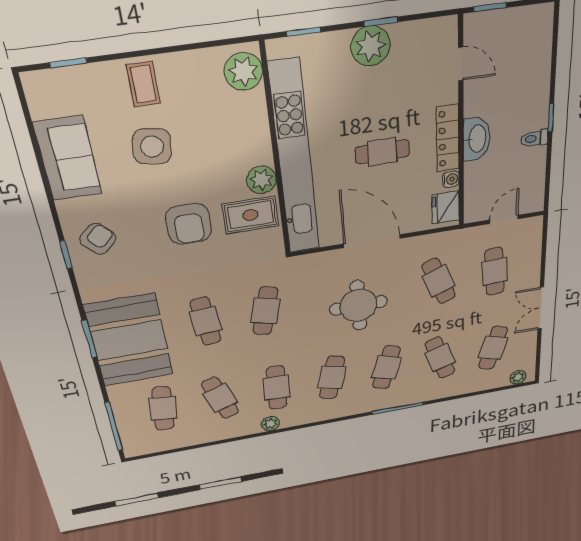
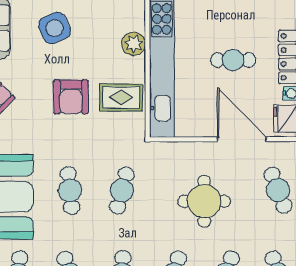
side table: (152, 146) -> (55, 28), turned -31
plant: (261, 180) -> (134, 44), moved
door: (372, 241) -> (242, 139), moved

